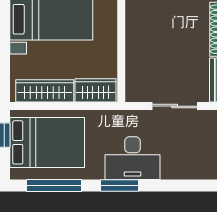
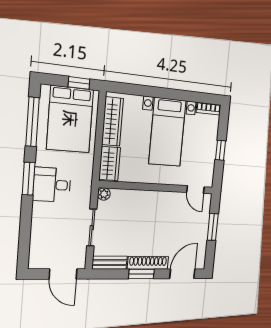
plant: (133, 94) -> (104, 194), added
desk: (133, 158) -> (52, 185), width x0.73

